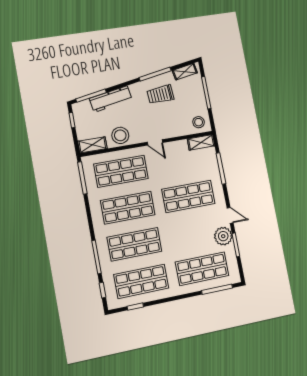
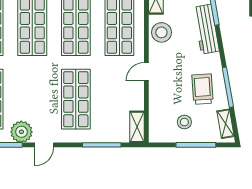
stool: (199, 122) -> (184, 122), moved

